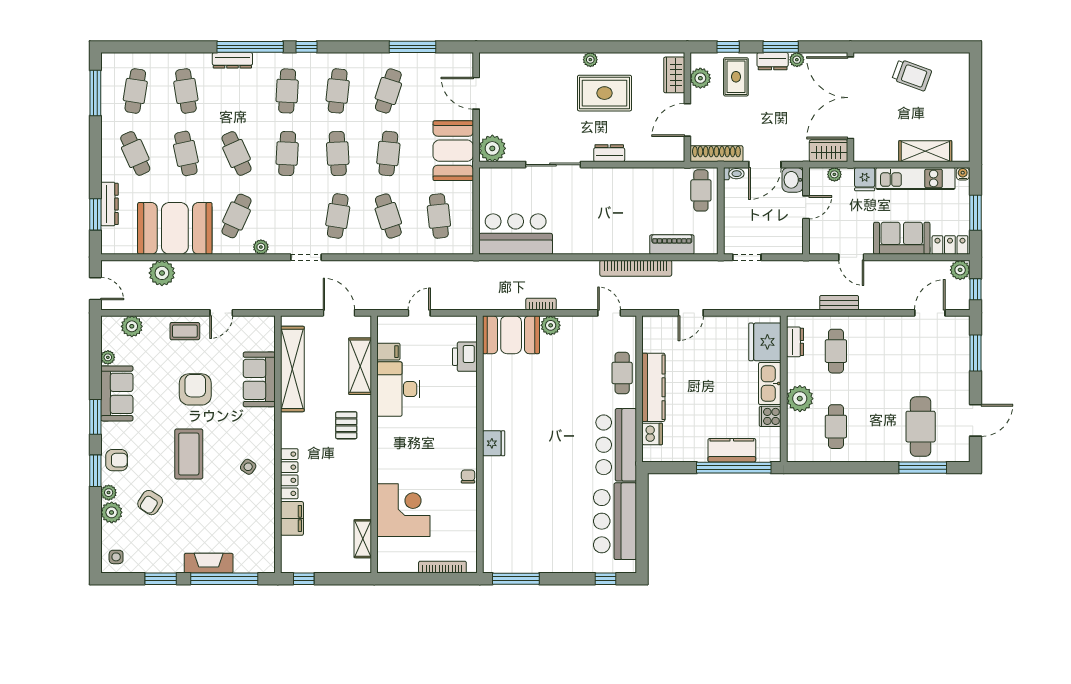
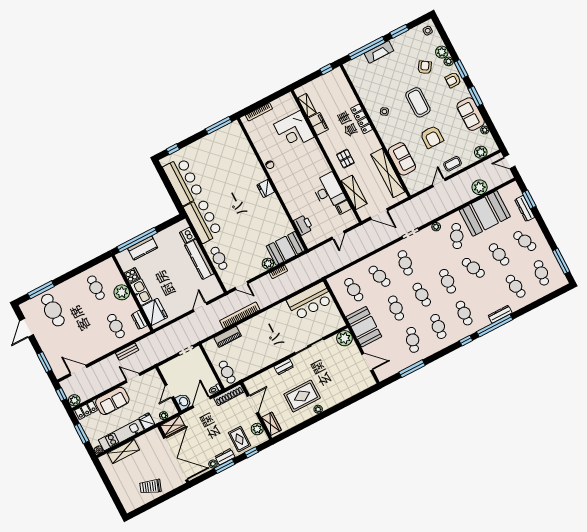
door: (930, 313) -> (78, 370), swing flipped
filing cabinet: (292, 518) -> (318, 124), moved, turned 180

